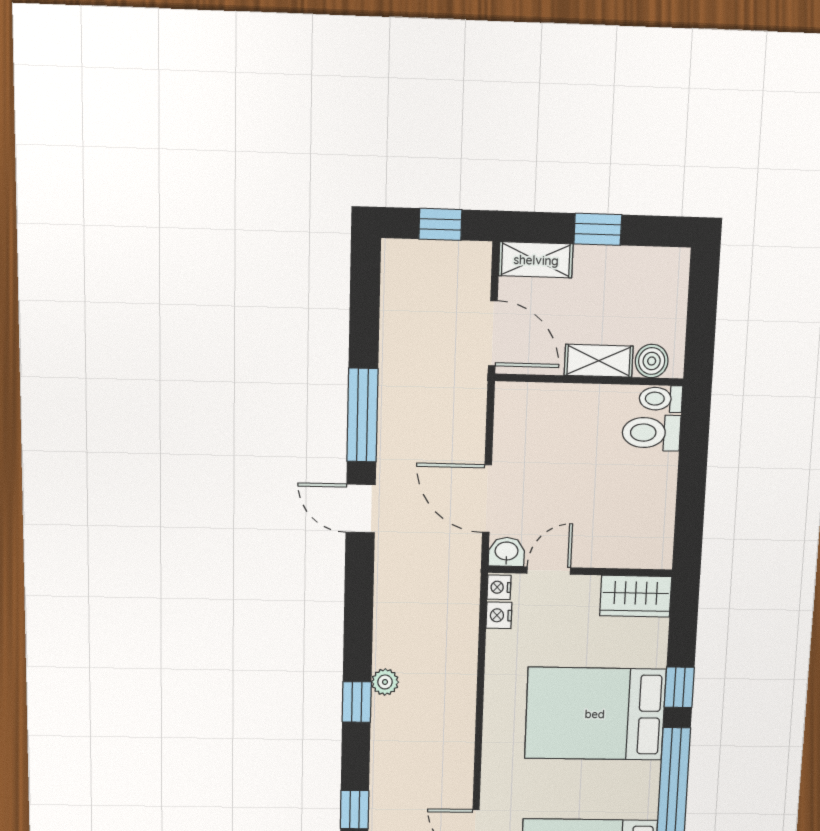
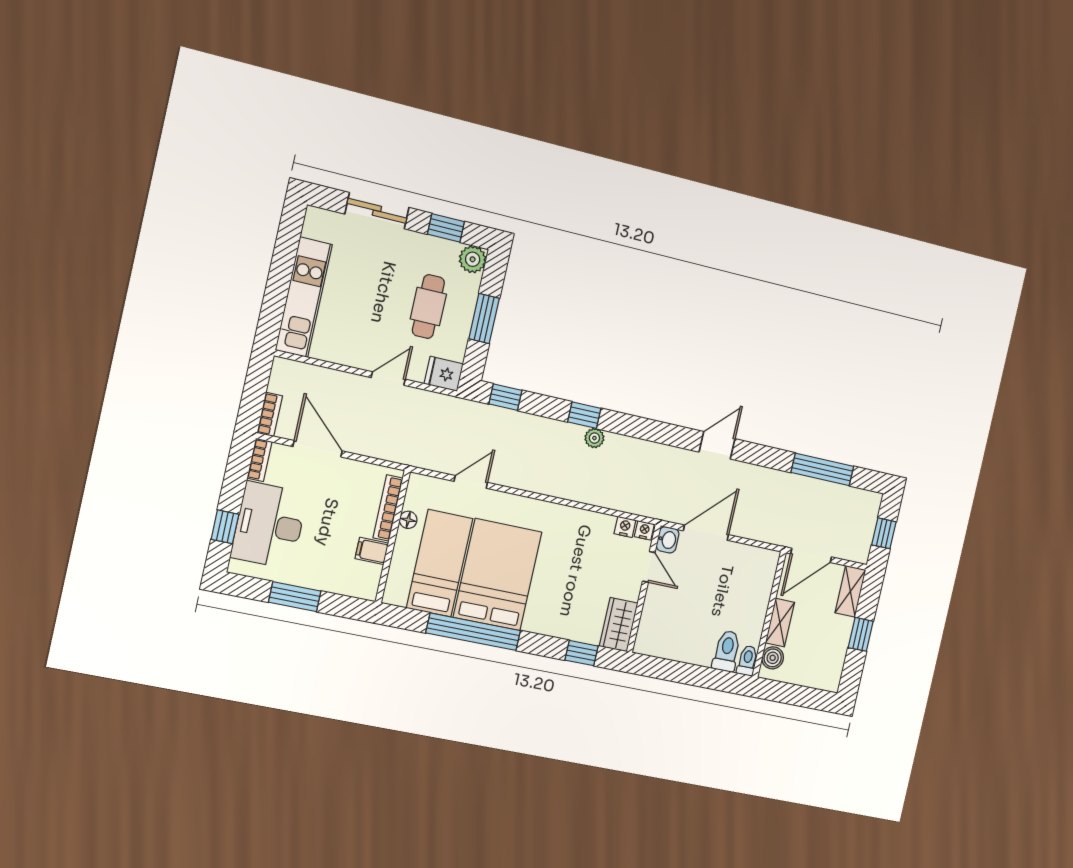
window: (362, 415) -> (822, 469), moved
window: (679, 687) -> (582, 653), moved
bed: (595, 714) -> (498, 575), moved

